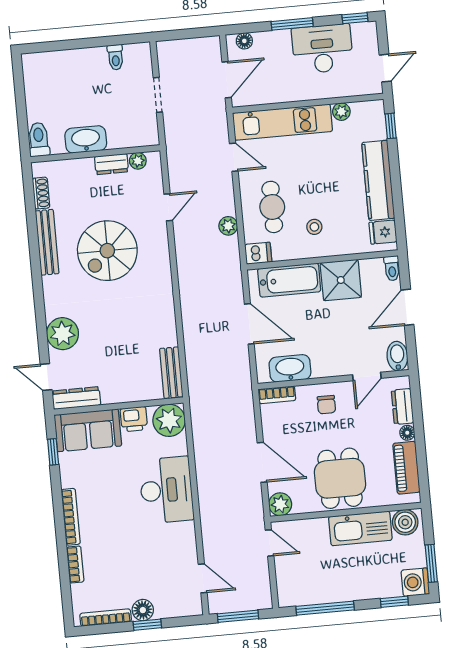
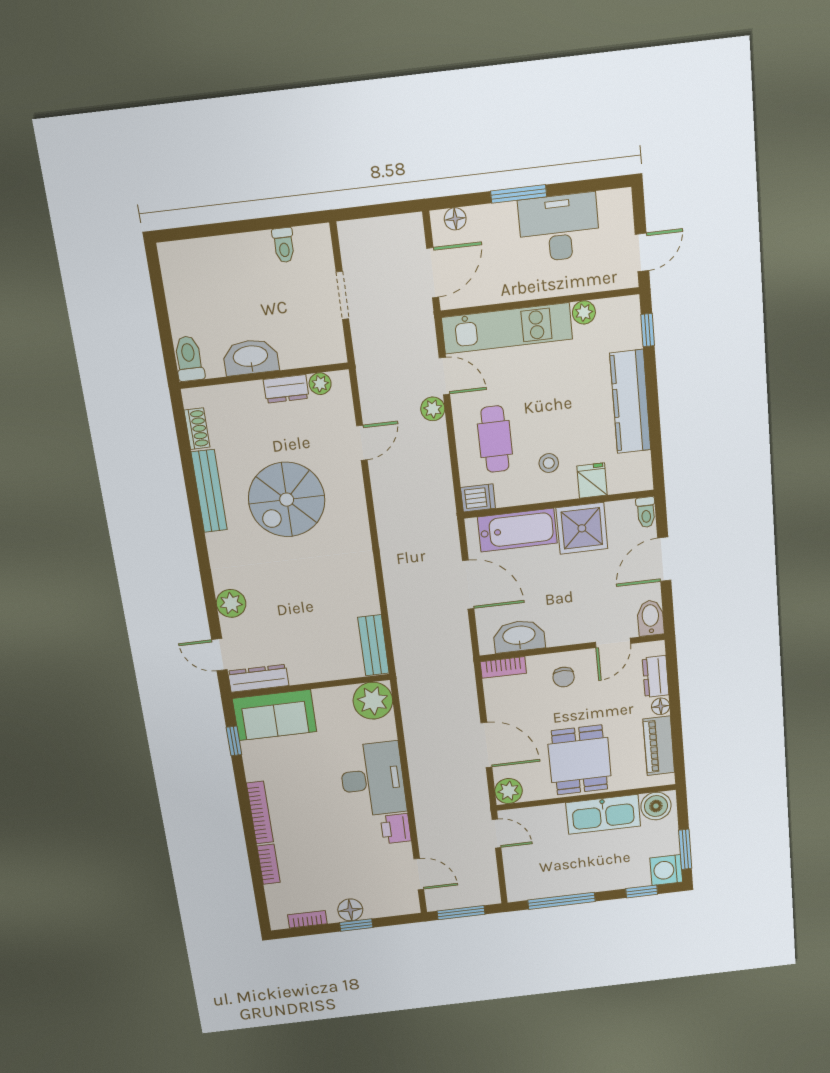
window: (355, 18) -> (603, 184), removed
plant: (228, 226) -> (433, 409), moved
fridge: (383, 232) -> (592, 480), moved, turned 90
plant: (63, 334) -> (231, 603), width x0.73, depth x0.73
printer: (134, 419) -> (396, 829), moved, turned 90
bookcase: (106, 618) -> (307, 919), width x0.64

